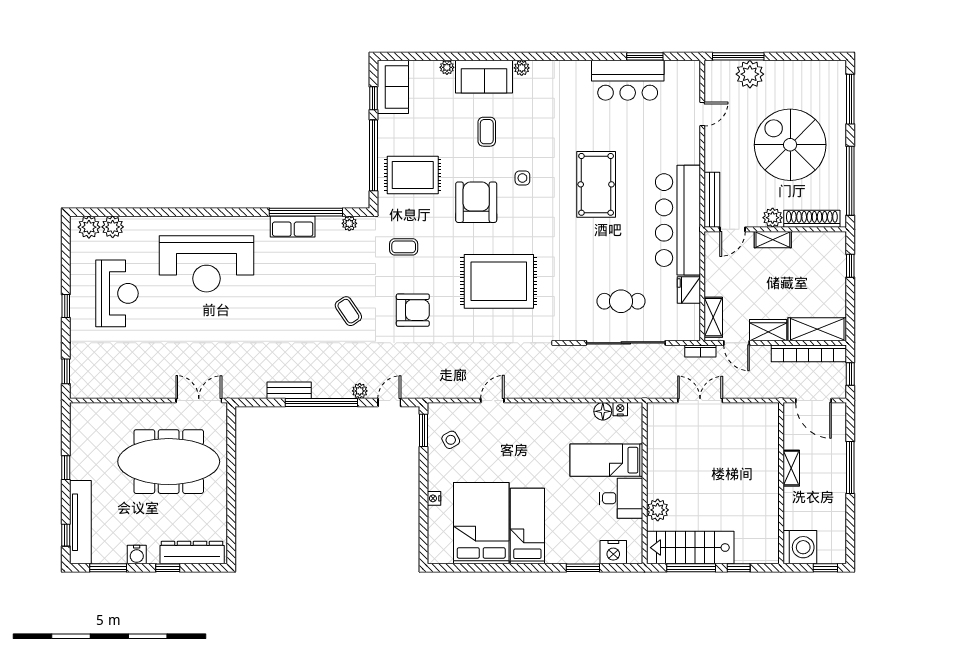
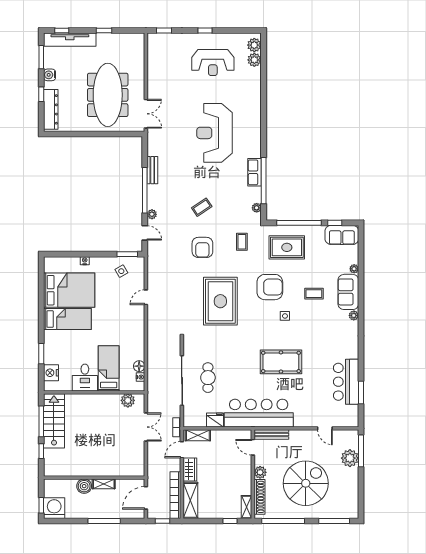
rug: (413, 175) -> (287, 247), turned 90
shelving: (773, 240) -> (246, 507), moved
reception desk: (206, 264) -> (214, 133), moved
door: (492, 401) -> (146, 297), swing flipped
boiler: (795, 499) -> (84, 486), added
plant: (658, 510) -> (128, 400), moved
washing machine: (800, 547) -> (54, 508), moved, turned 180

